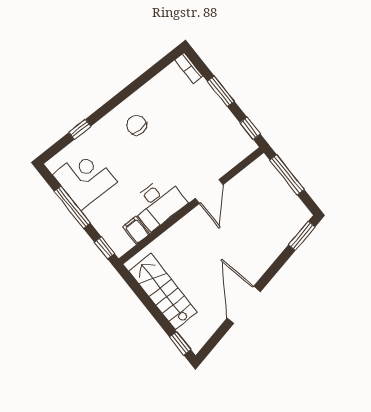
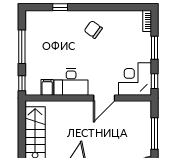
chair: (137, 125) -> (93, 29), turned -54
window: (287, 175) -> (154, 134), moved
corner desk: (85, 178) -> (135, 79), moved, turned -90

